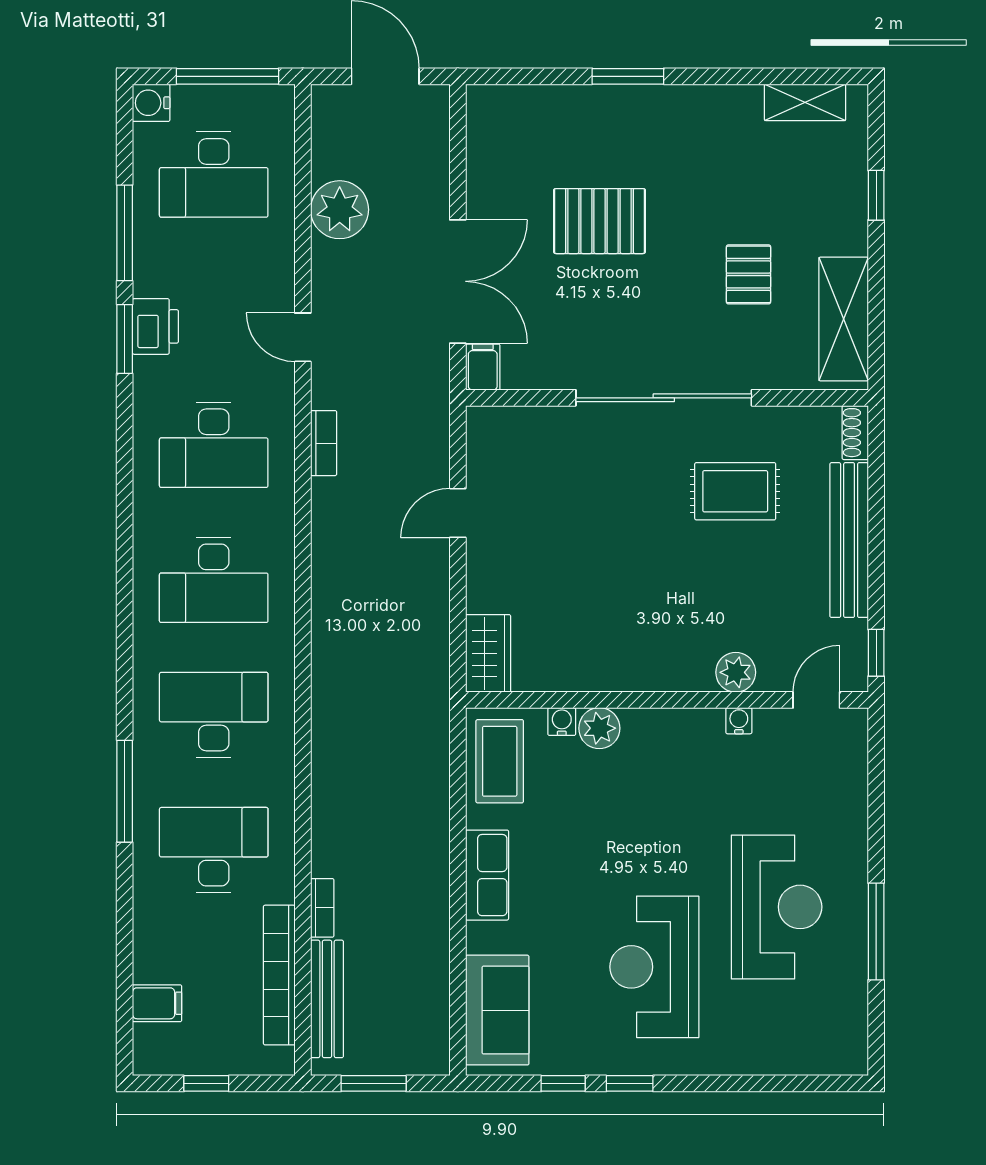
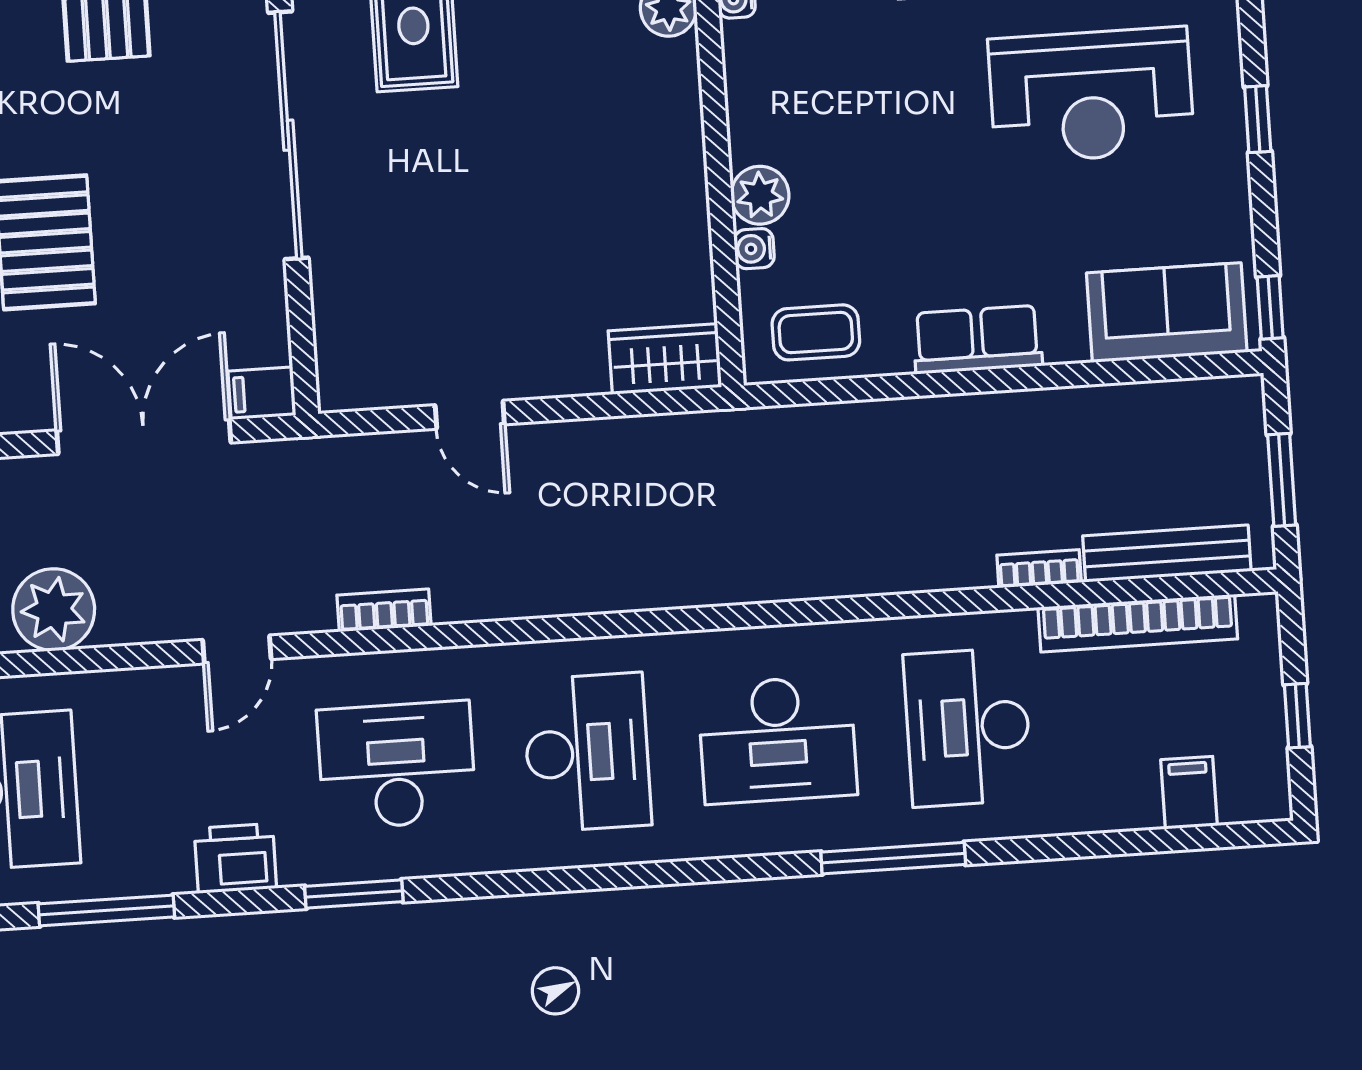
window: (125, 339) -> (354, 894), moved
desk: (214, 445) -> (397, 765), turned -90
desk: (214, 715) -> (777, 740), turned -90
coffee table: (500, 761) -> (816, 332), width x0.73, depth x0.77
window: (563, 1083) -> (1270, 307), moved

